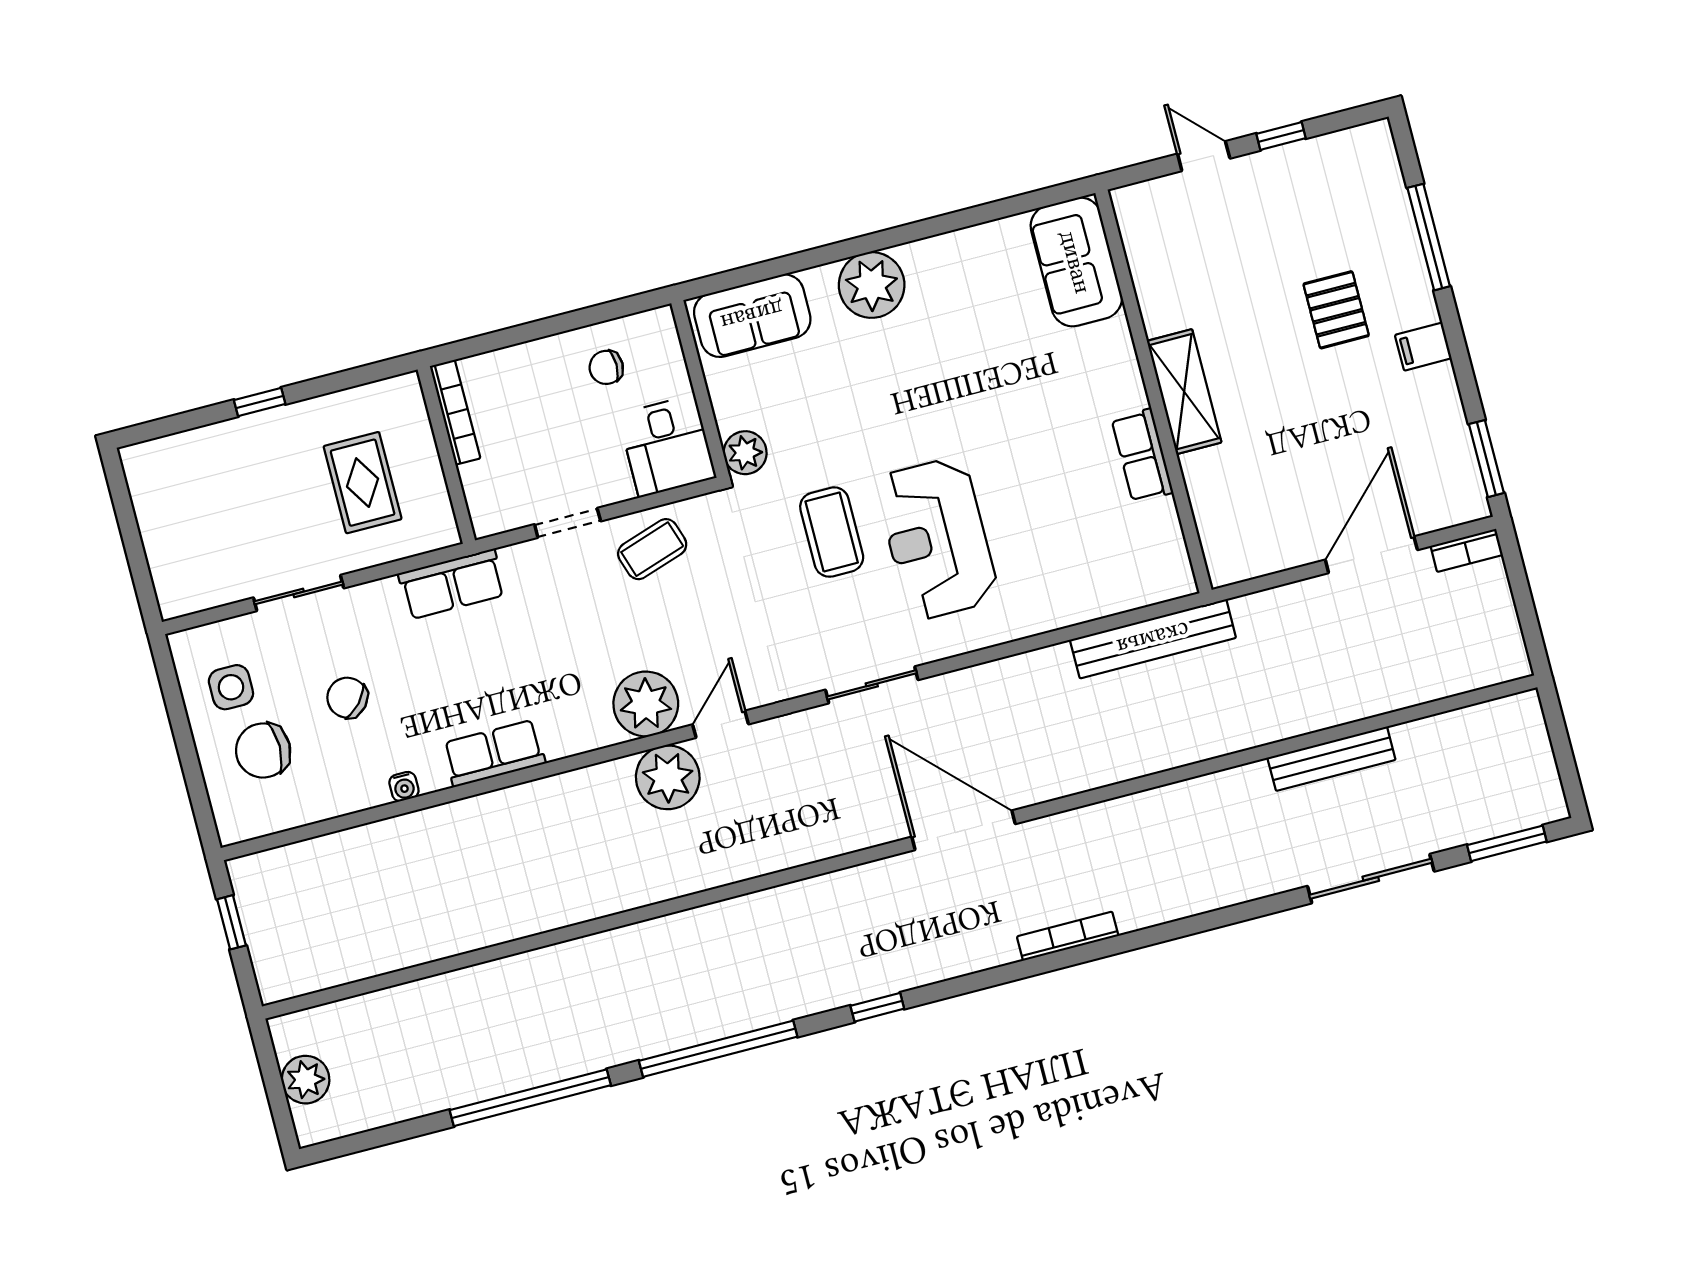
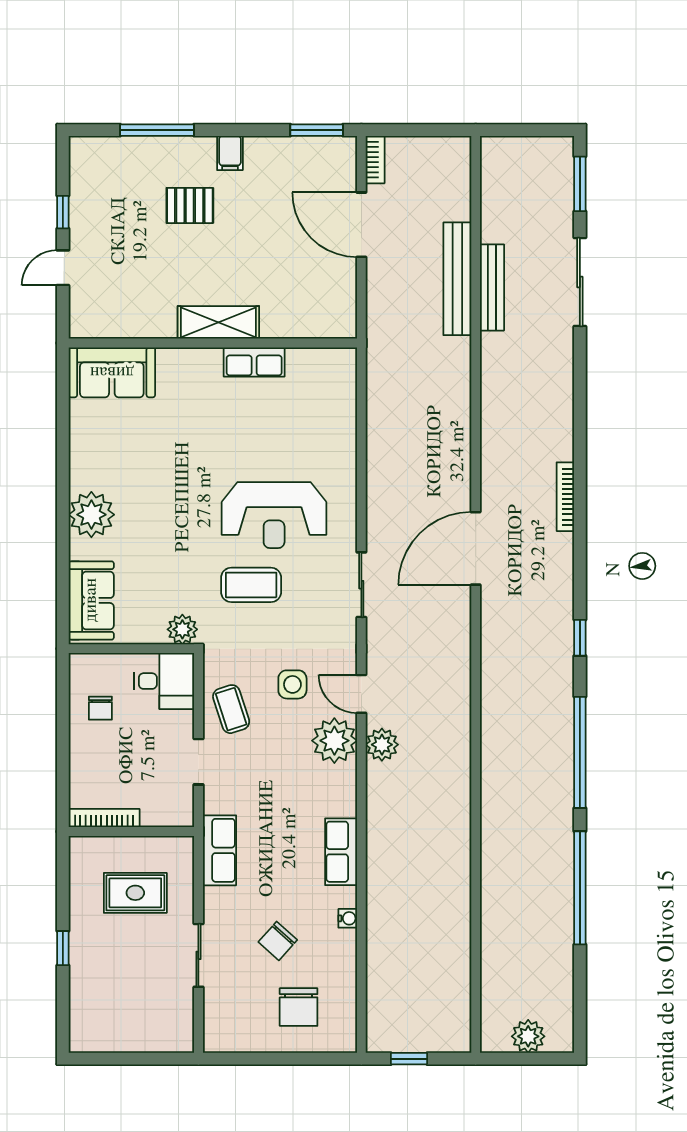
bench: (1153, 639) -> (457, 279), moved
side table: (231, 687) -> (292, 684), moved
plant: (668, 777) -> (382, 745), width x0.73, depth x0.73

